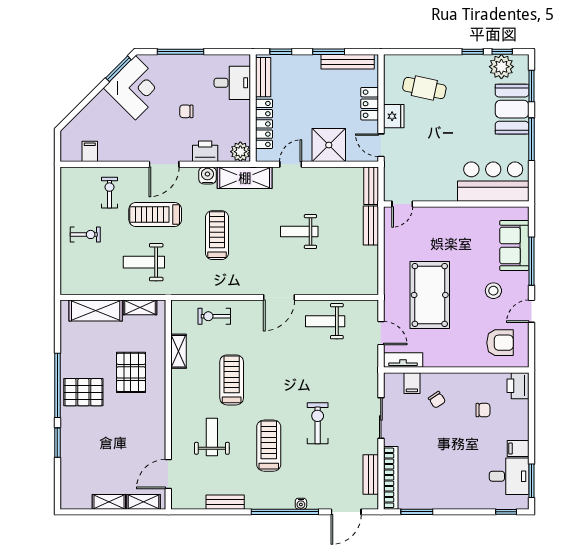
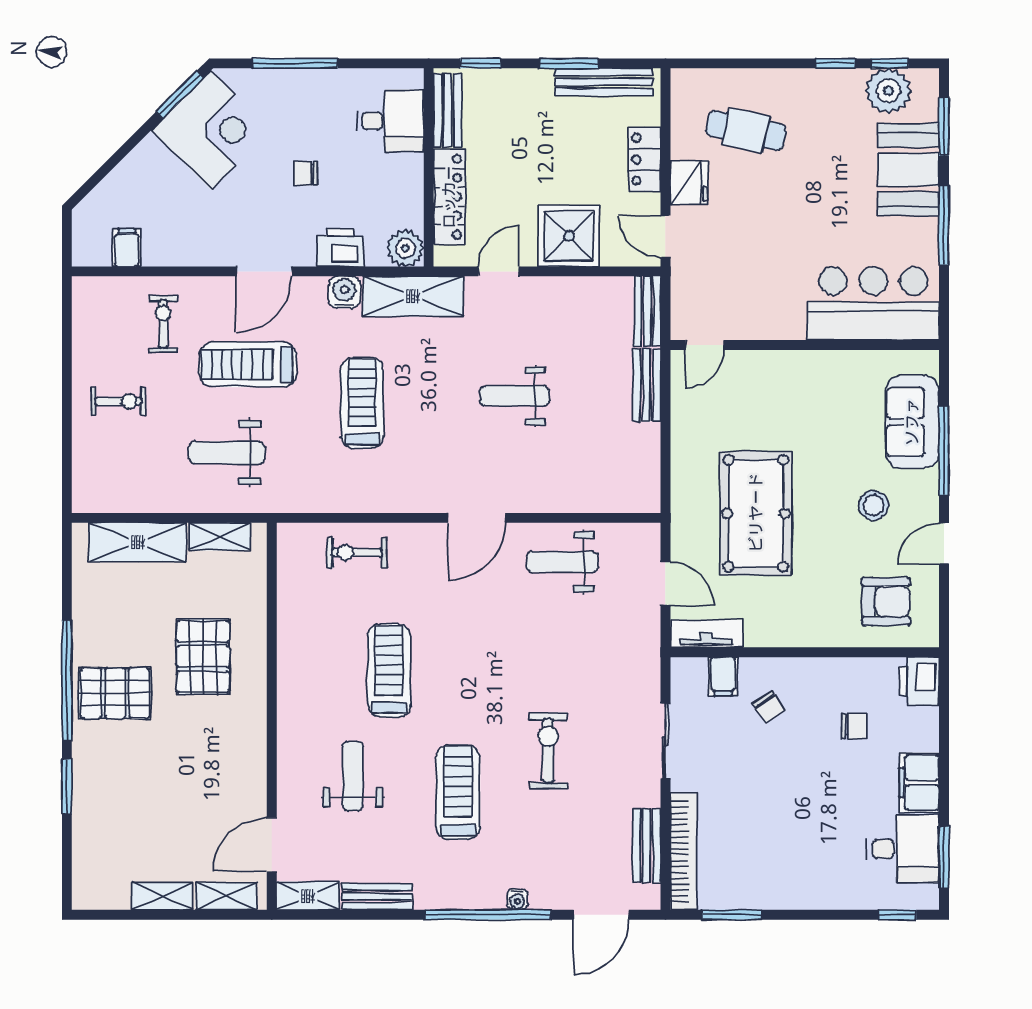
shelving: (178, 351) -> (308, 896), moved, turned 90
filing cabinet: (518, 449) -> (919, 783), width x2.00

